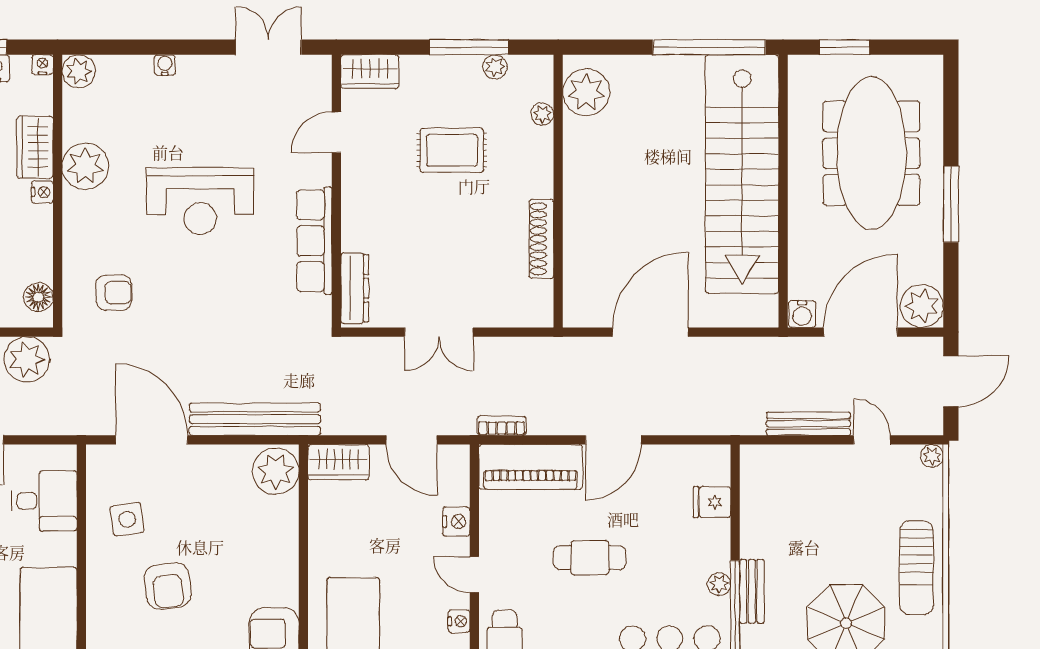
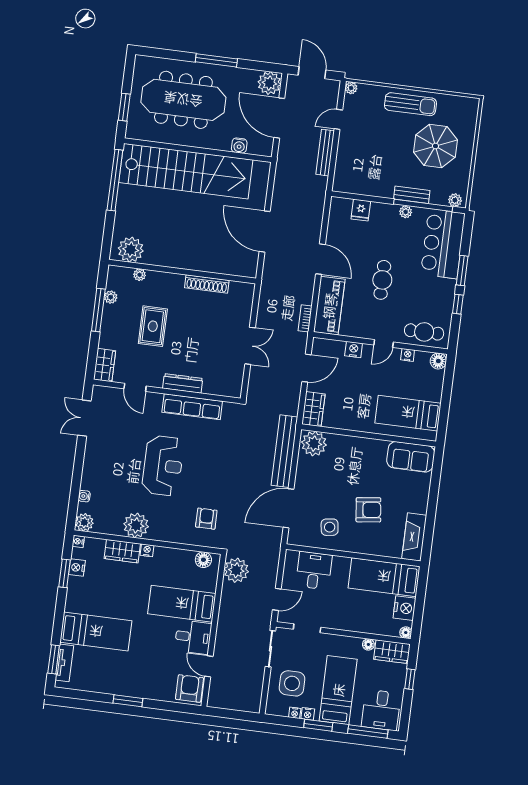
water cooler: (165, 65) -> (84, 496), moved
dresser: (355, 288) -> (183, 383), moved
water cooler: (802, 314) -> (239, 146), moved, turned 90

